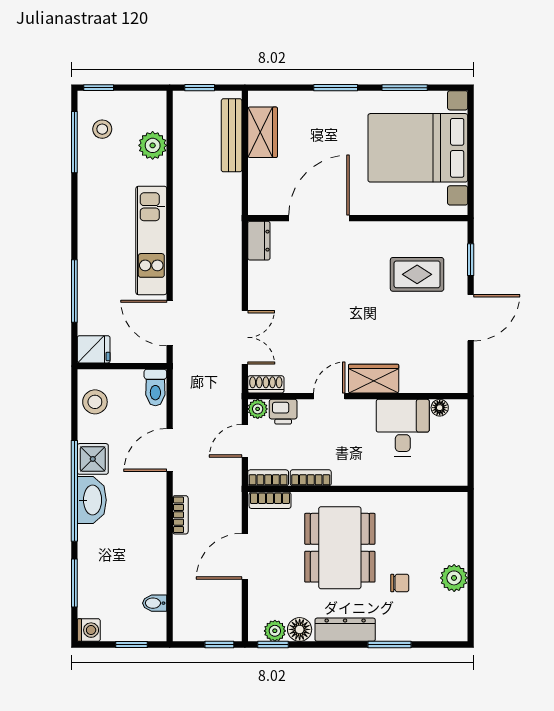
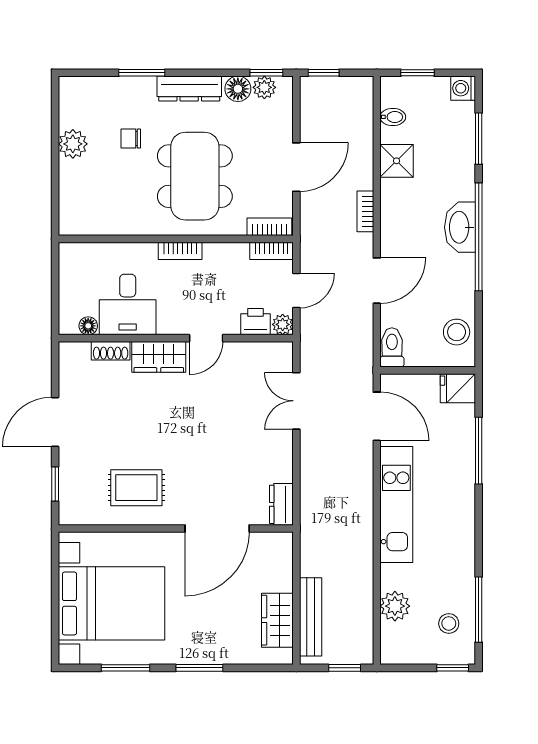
rug: (417, 274) -> (136, 488), moved
shoe rack: (266, 384) -> (111, 351), moved
shower: (93, 459) -> (397, 161), moved
bookcase: (311, 478) -> (180, 251), moved

